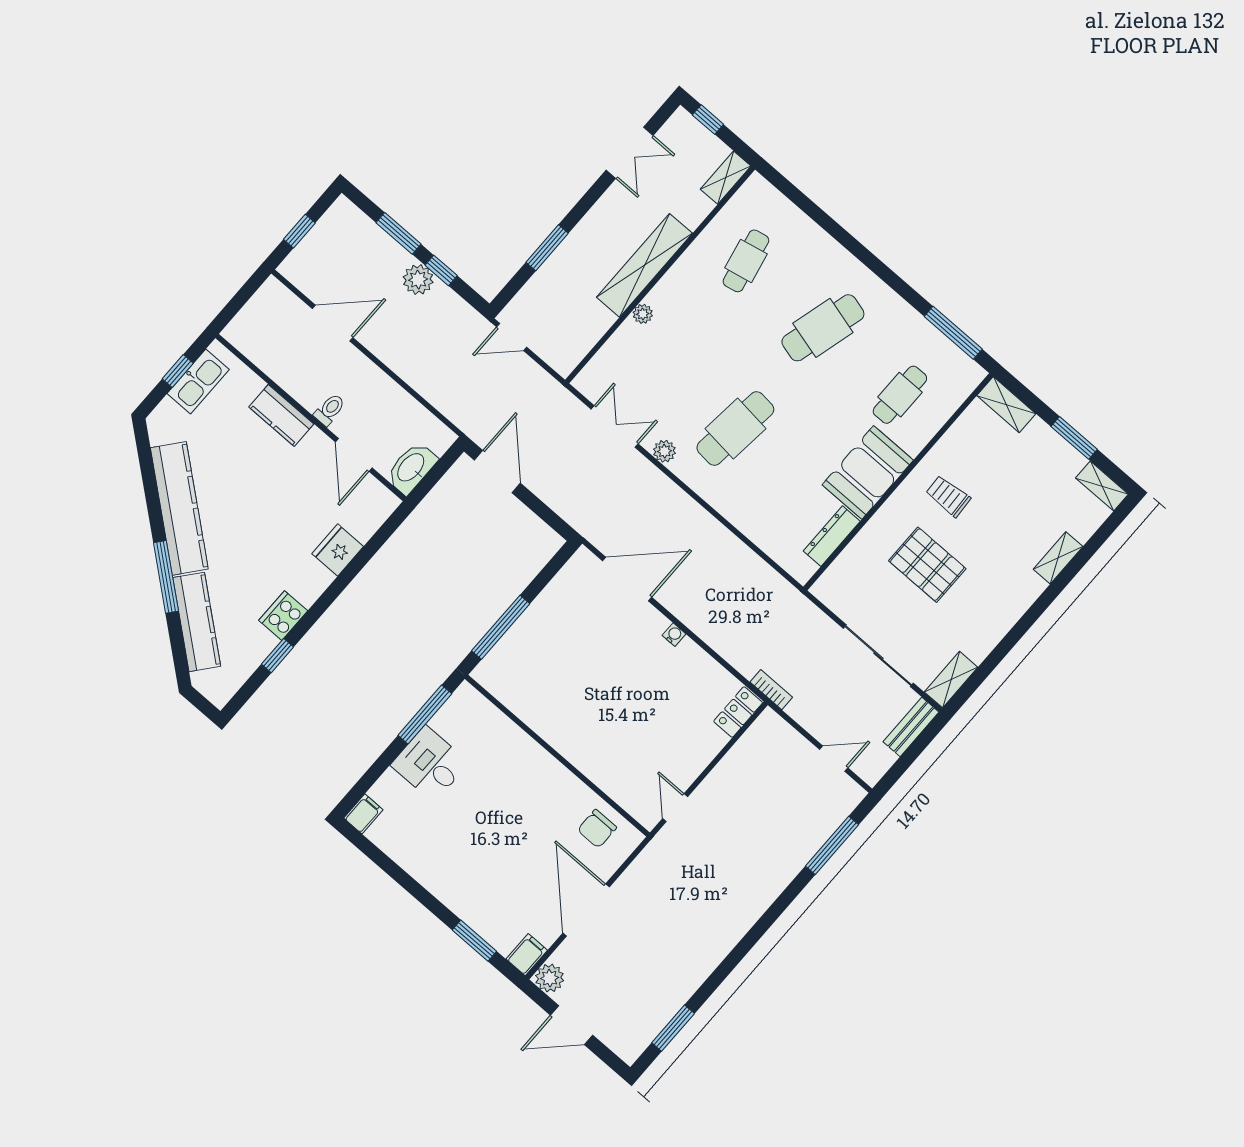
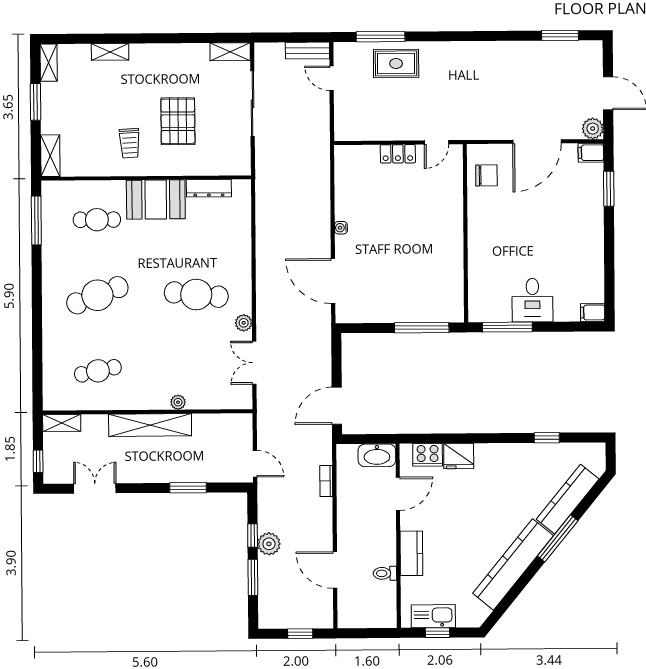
cafe table: (823, 328) -> (97, 295), turned -36
toilet: (330, 410) -> (385, 573), moved
cooker: (283, 616) -> (428, 455), moved
bookcase: (771, 690) -> (326, 481), moved
locker: (738, 712) -> (398, 154), moved
bench: (911, 727) -> (307, 51), moved
rug: (791, 837) -> (396, 63), added

